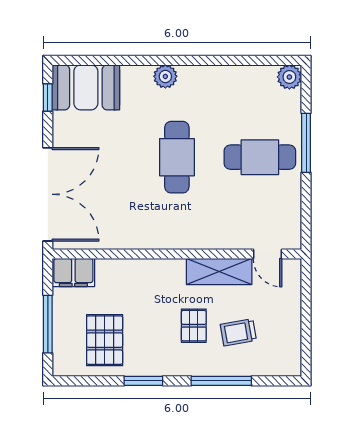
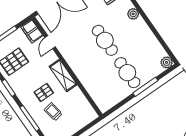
cafe table: (177, 157) -> (105, 40), turned 90
door: (267, 254) -> (50, 42), moved
shelving: (219, 272) -> (63, 75), moved

